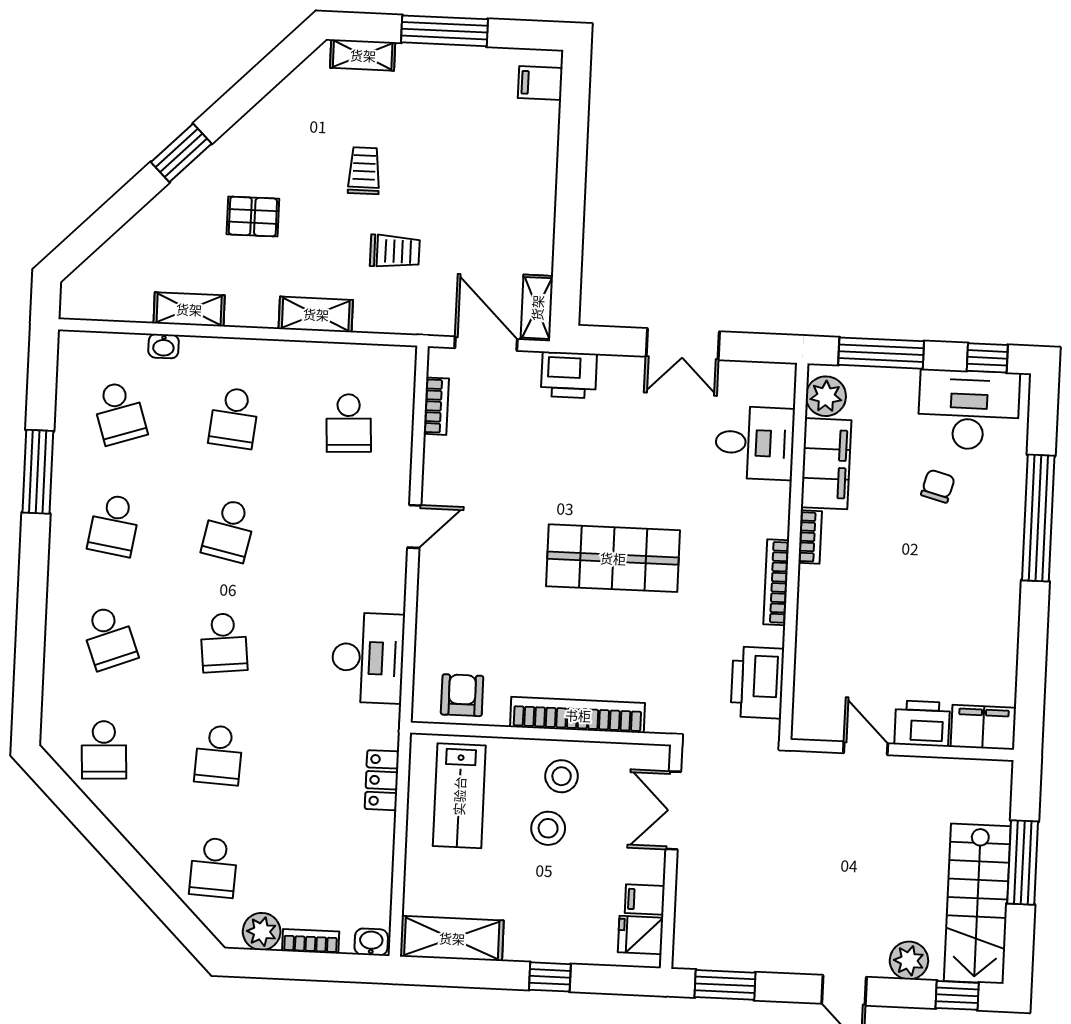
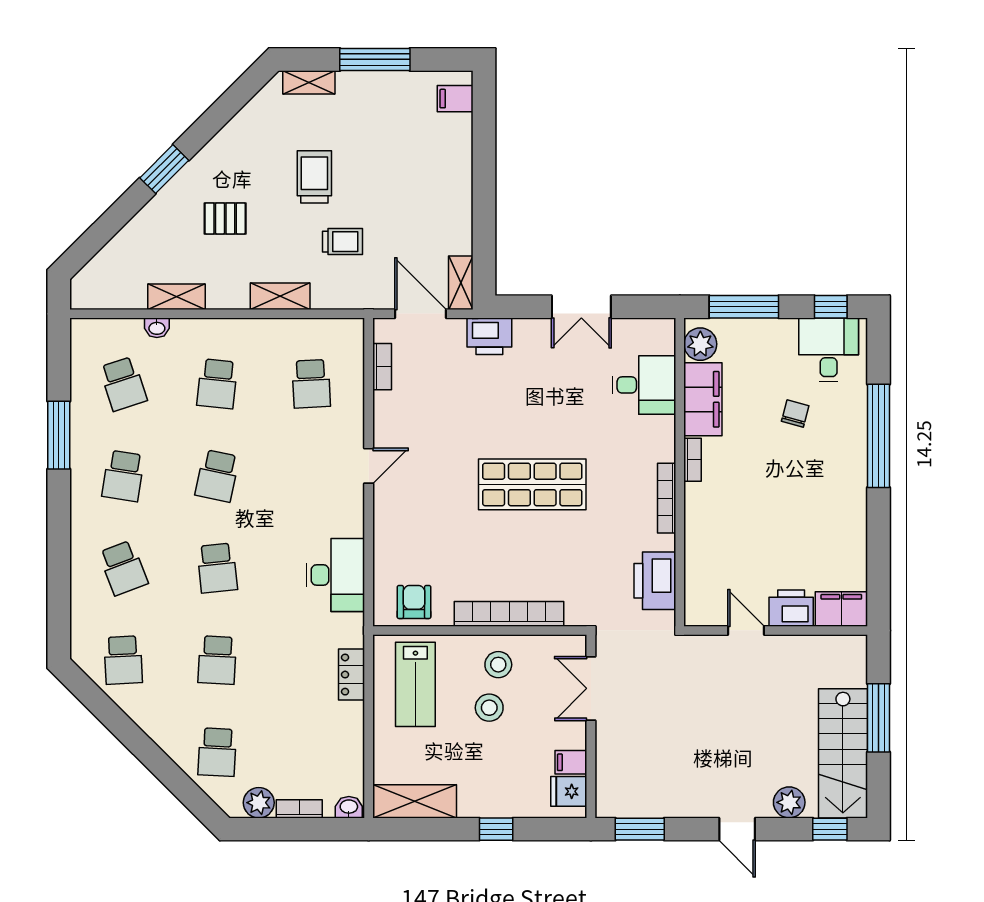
trolley: (364, 171) -> (314, 177), width x1.36, depth x1.39
desk: (969, 410) -> (829, 350), width x0.73

